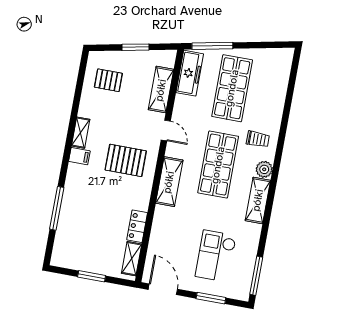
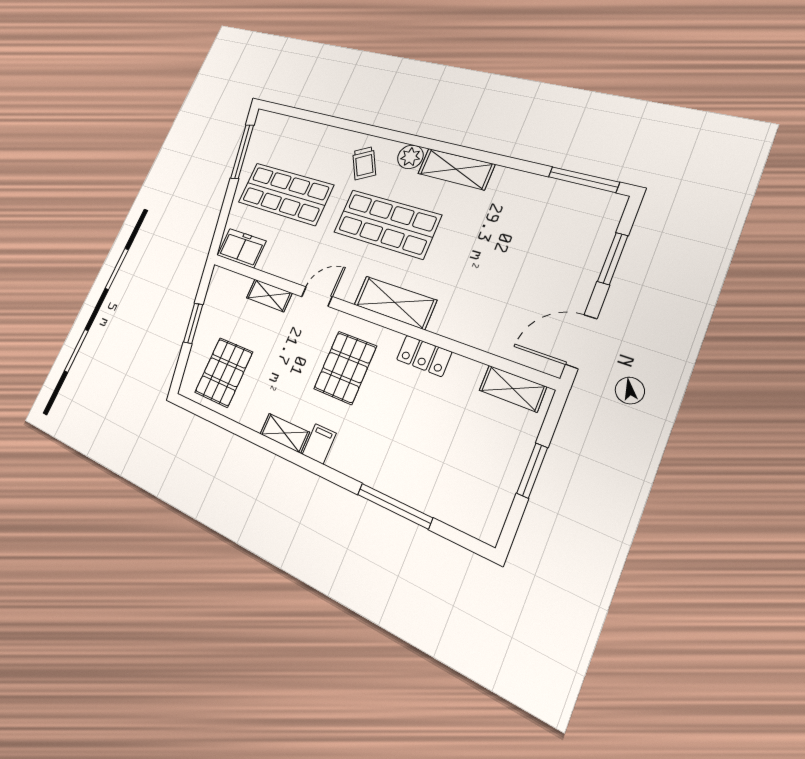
window: (212, 46) -> (242, 151), moved
freezer: (190, 73) -> (242, 248), width x0.71
pallet: (108, 80) -> (224, 372), width x1.50, depth x1.42
shelving: (161, 90) -> (269, 295), width x0.67, depth x0.75
trolley: (258, 139) -> (364, 163), turned 151
locker: (137, 226) -> (424, 356), moved
checkout: (216, 256) -> (536, 242), removed

